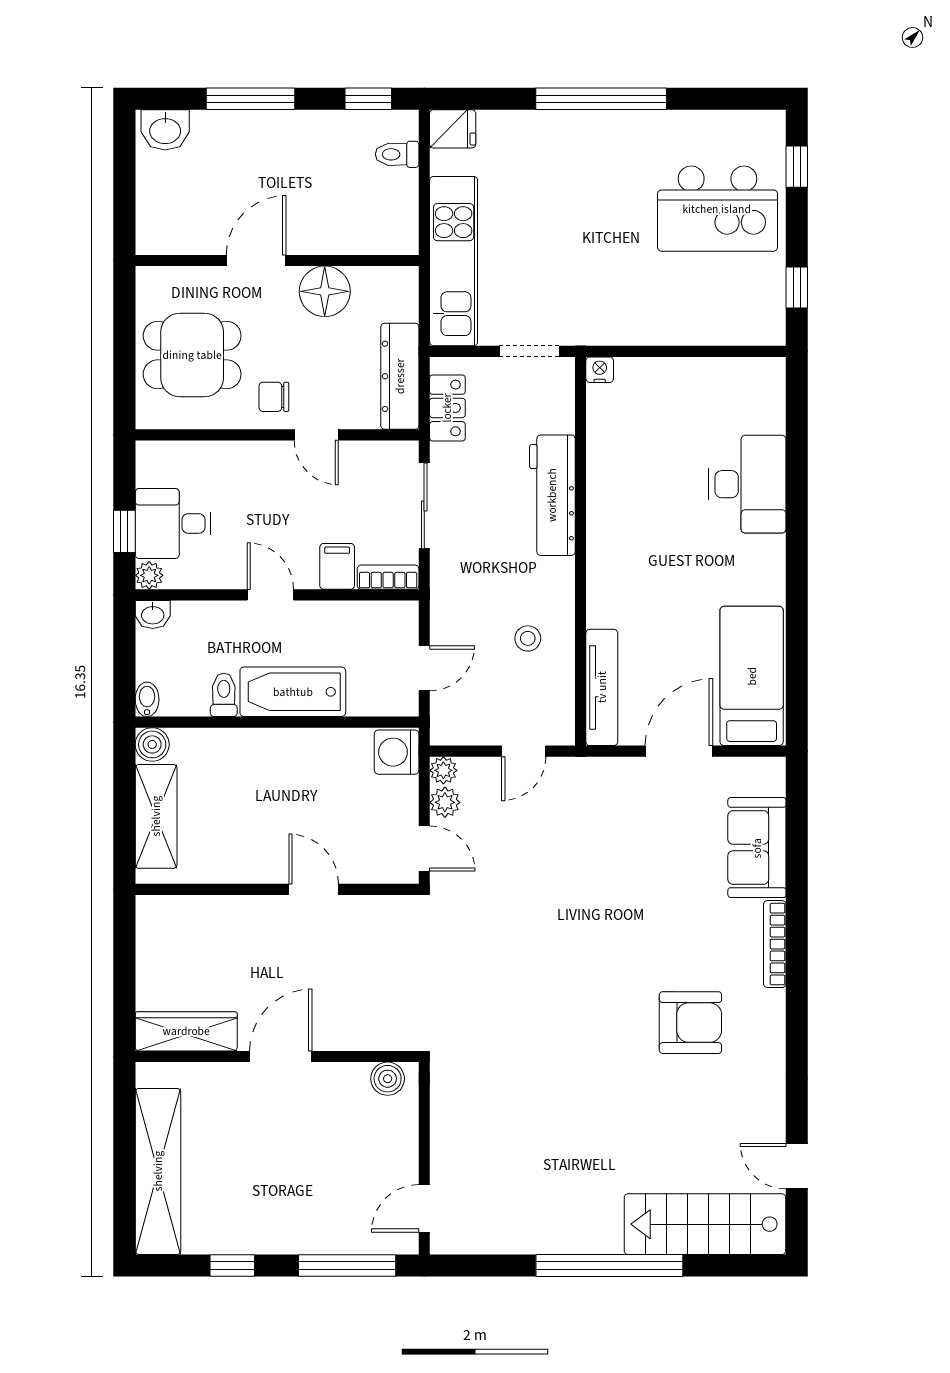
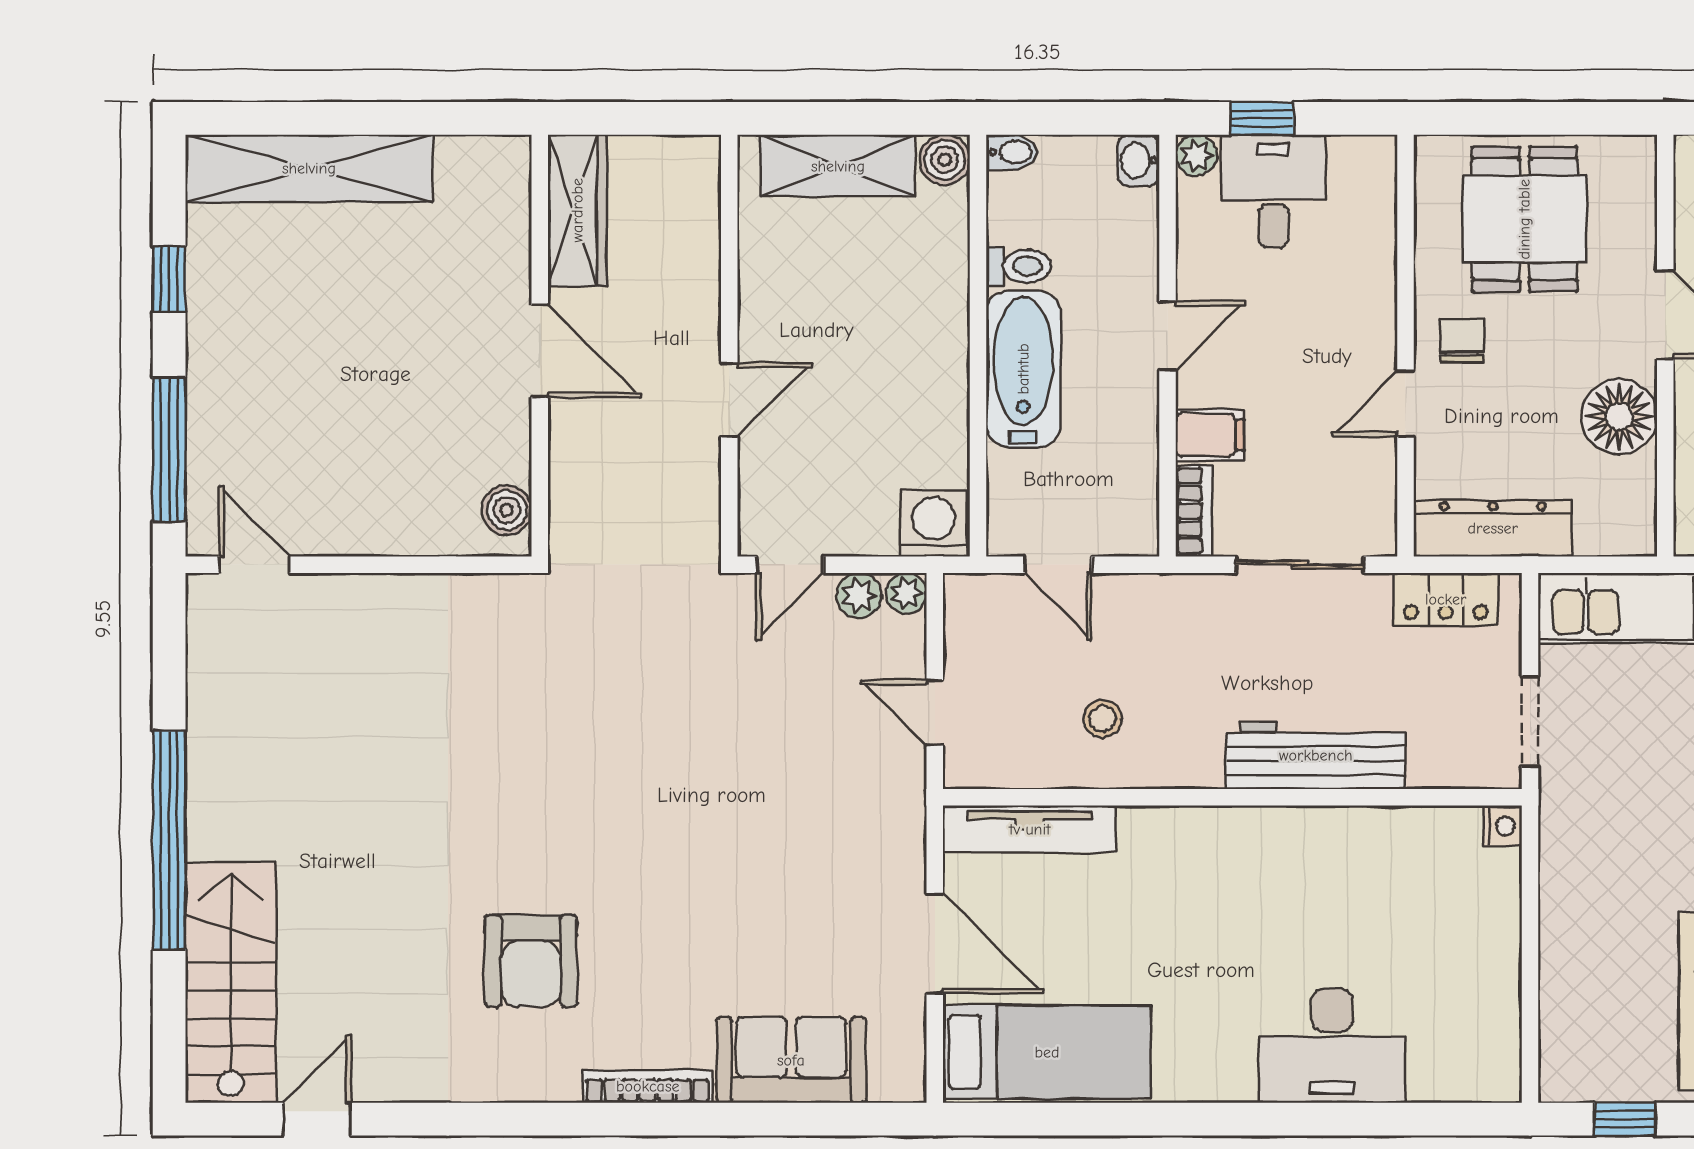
wardrobe: (186, 1031) -> (577, 210), moved
wall: (277, 1057) -> (540, 346), moved
door: (281, 1057) -> (540, 351), moved
boiler: (388, 1079) -> (507, 510), moved

